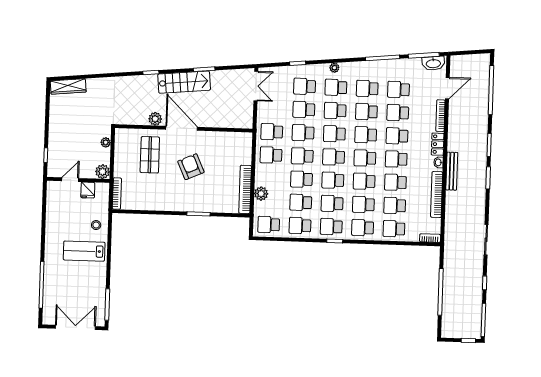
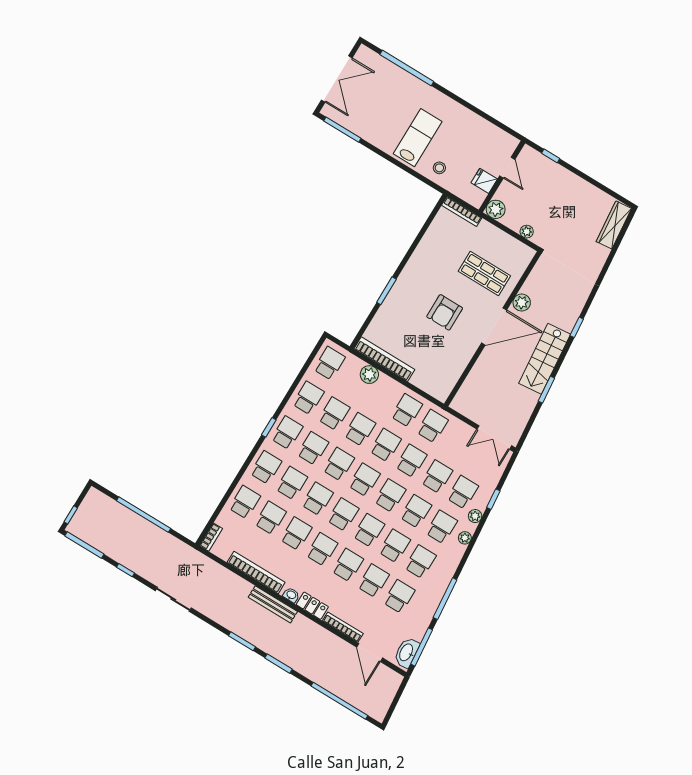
plant: (316, 69) -> (475, 516), added
armchair: (191, 167) -> (445, 312), turned 114

